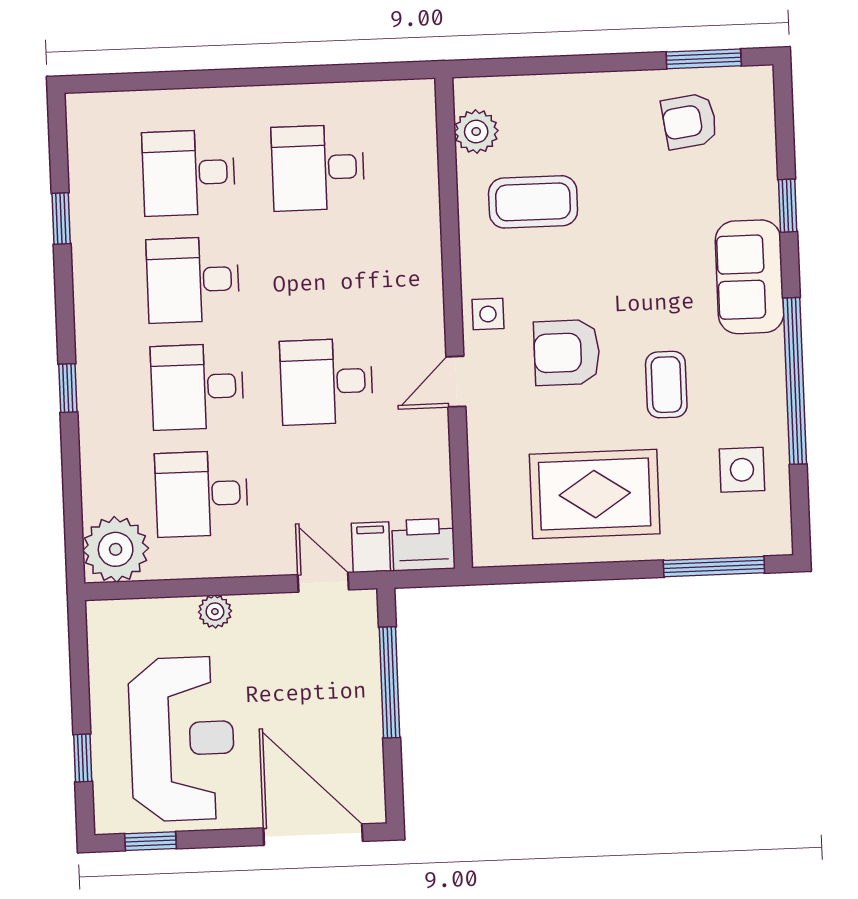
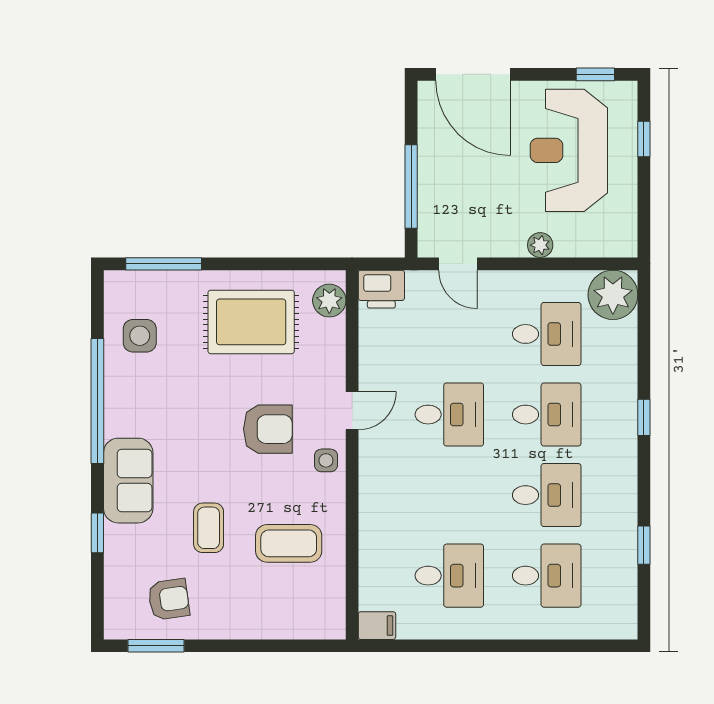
plant: (476, 132) -> (329, 301), moved
coffee table: (666, 385) -> (209, 528), moved
filing cabinet: (371, 547) -> (377, 626), moved, turned -90

